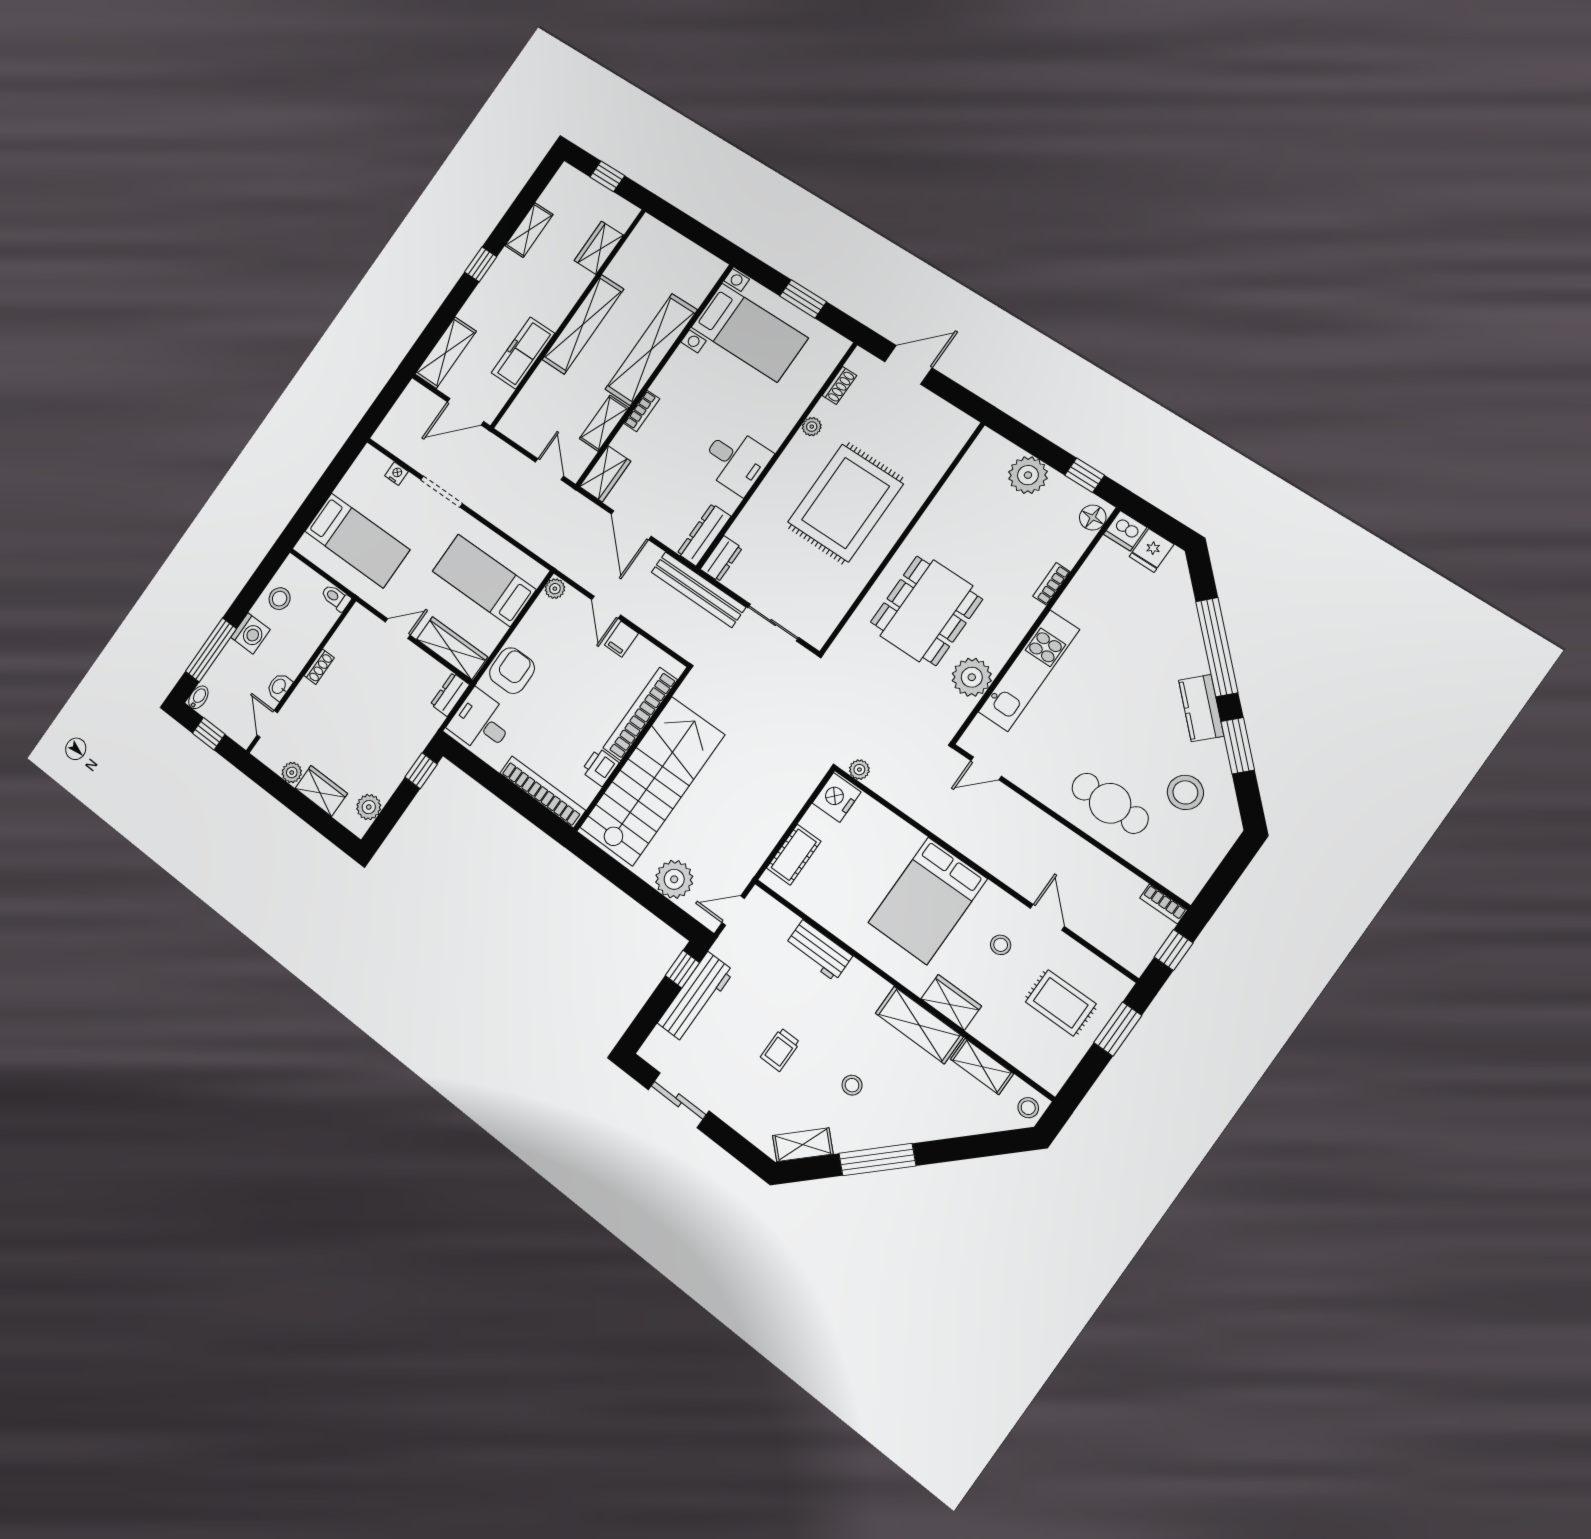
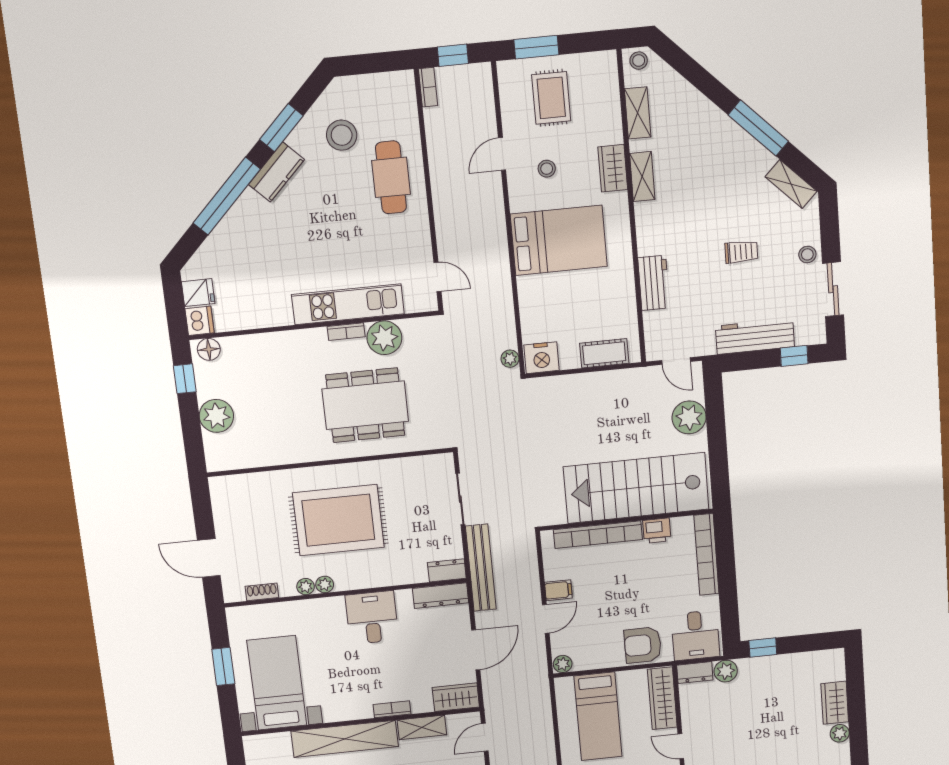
plant: (799, 444) -> (325, 584), added
bookcase: (1052, 584) -> (346, 332), moved
plant: (369, 807) -> (726, 671), moved
window: (682, 969) -> (794, 356), moved
shelving: (919, 1025) -> (642, 177), width x0.67, depth x0.75
stool: (852, 1085) -> (807, 254), moved

